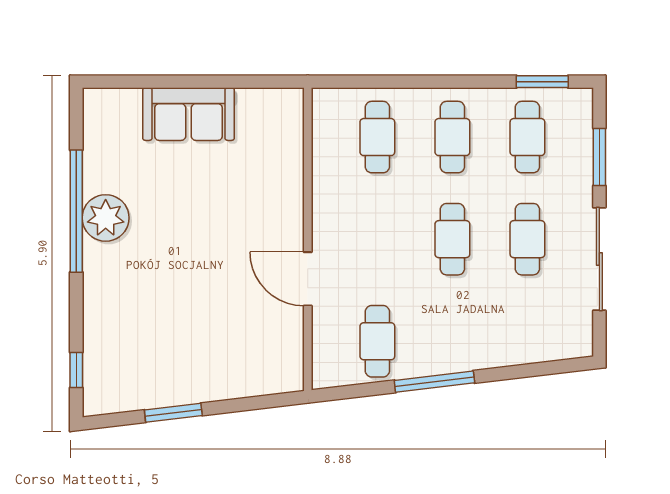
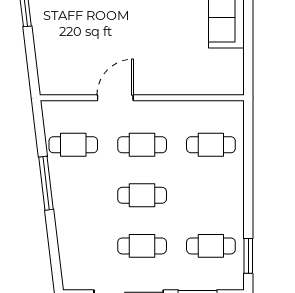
cafe table: (452, 137) -> (142, 145), moved

